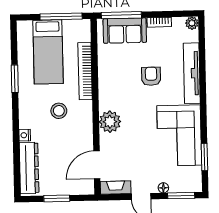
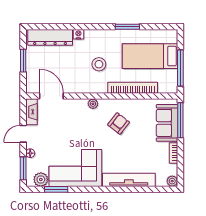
armchair: (151, 76) -> (119, 123), moved, turned -52
plant: (110, 122) -> (93, 104), width x0.53, depth x0.53
plant: (193, 175) -> (41, 179), added

